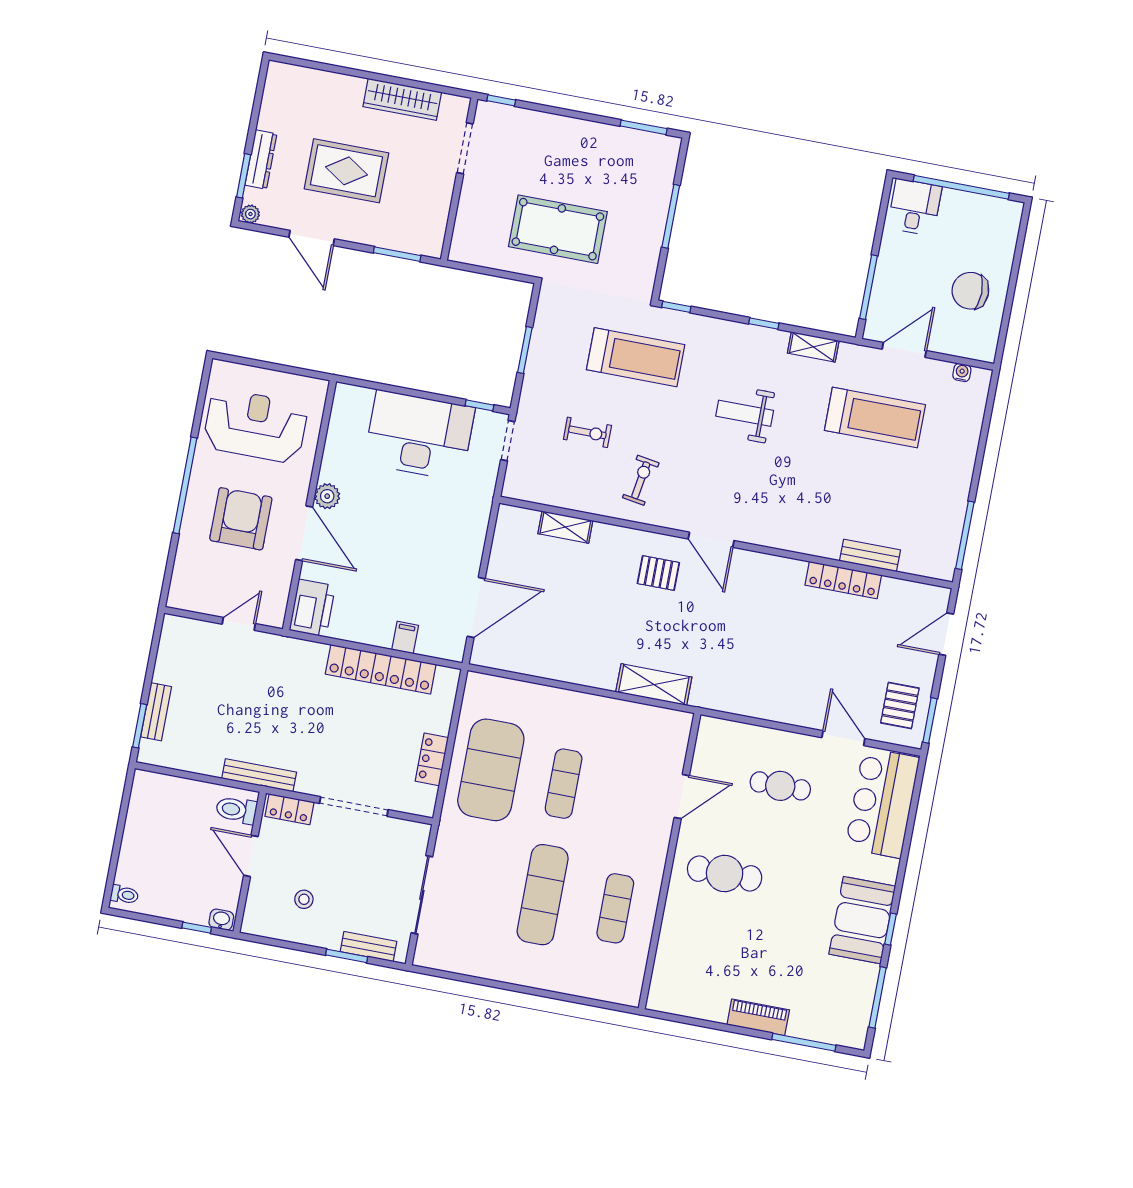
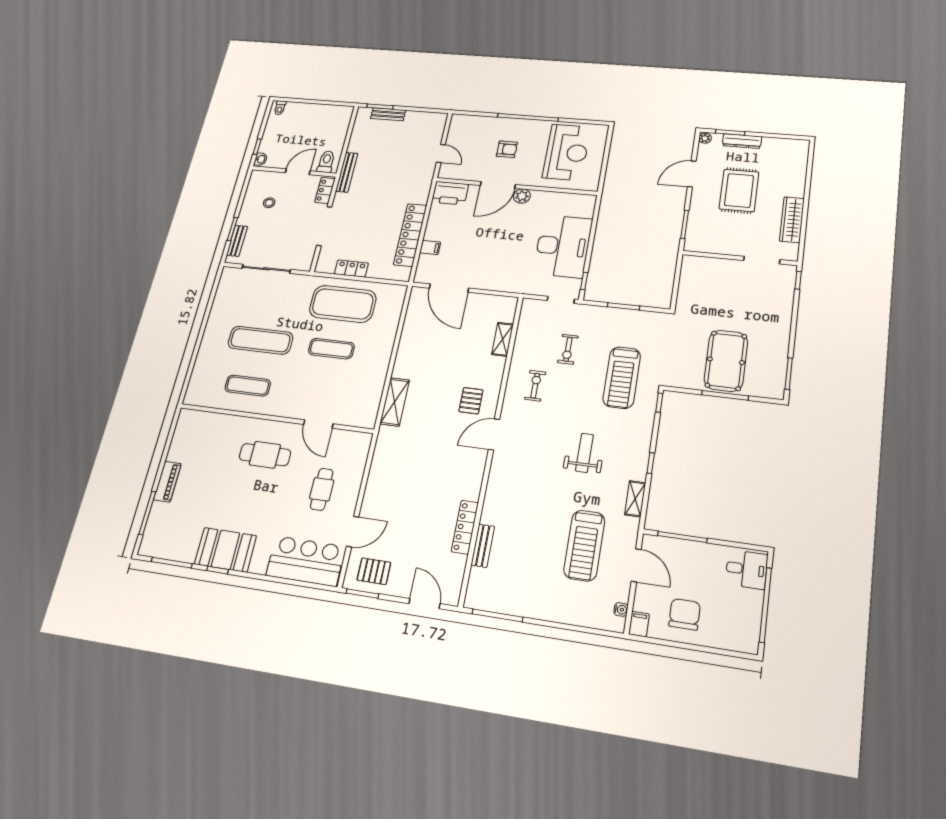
pool table: (558, 229) -> (726, 361), moved
filing cabinet: (981, 350) -> (639, 624), added
exercise bike: (641, 480) -> (535, 386), turned -99
armchair: (241, 519) -> (507, 149), width x0.53, depth x0.53
cafe table: (725, 873) -> (265, 455), turned 90

